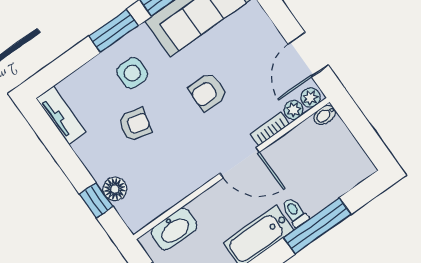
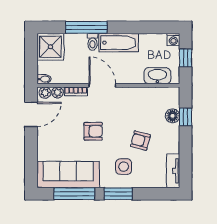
shower: (347, 165) -> (50, 47), added

